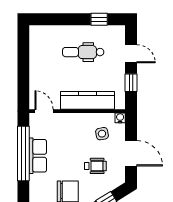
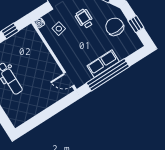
kitchen counter: (87, 100) -> (42, 54), removed
door: (44, 111) -> (69, 79), hinge flipped

